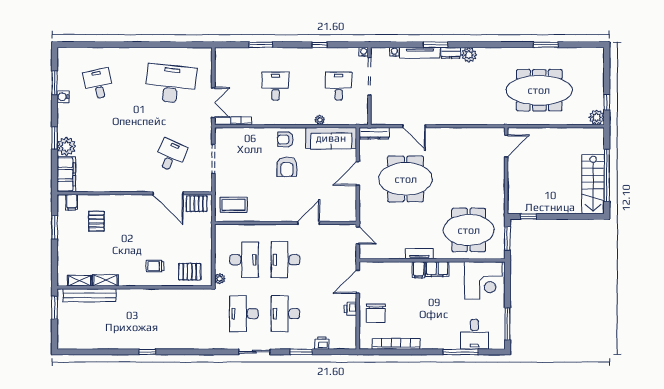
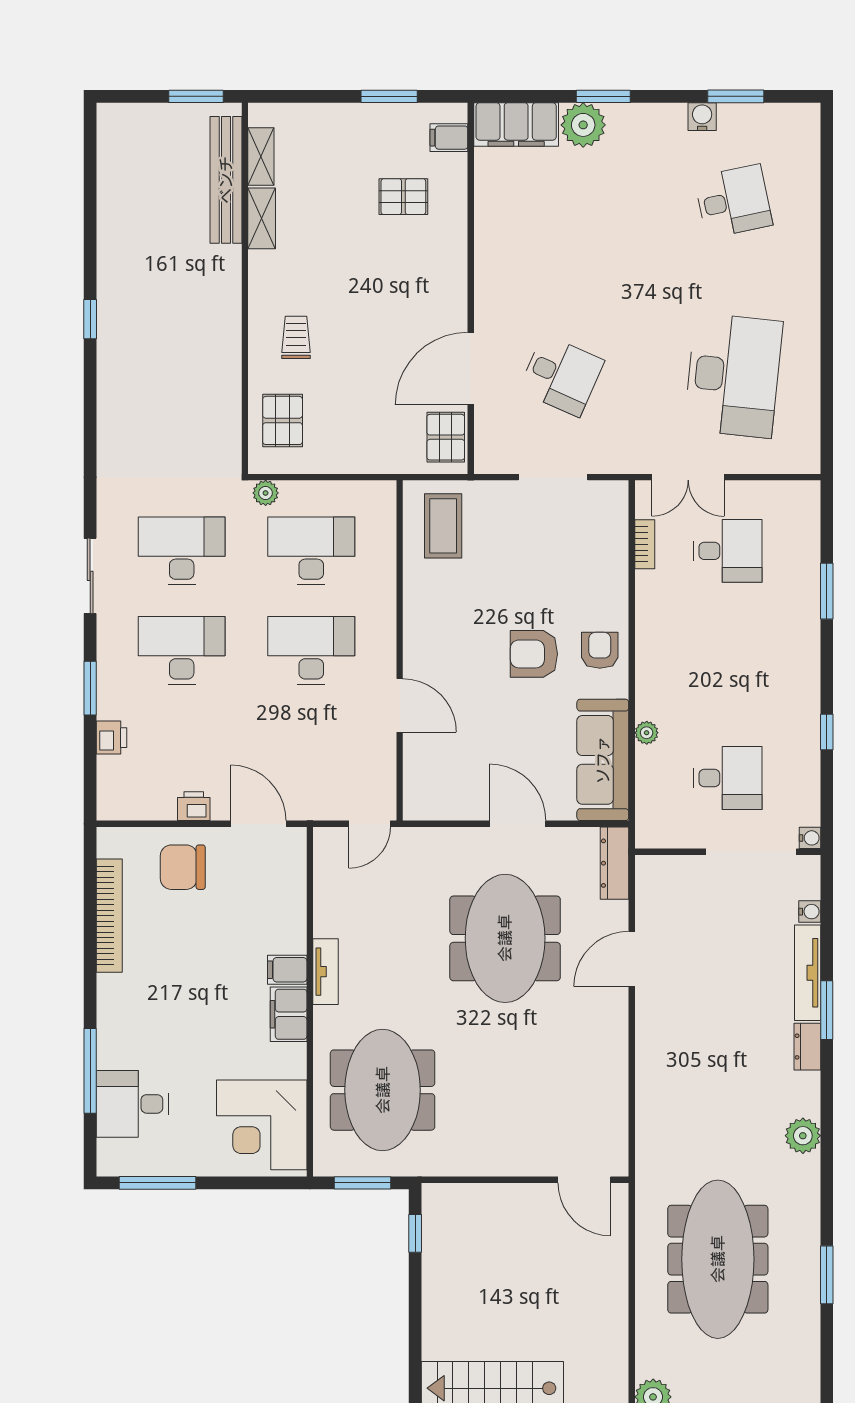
plant: (469, 55) -> (803, 1136), moved
desk: (276, 86) -> (728, 551), moved
desk: (244, 260) -> (311, 551), turned 180

